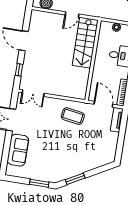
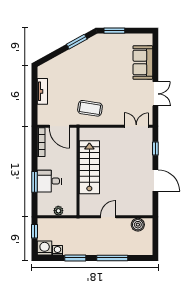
stairs: (85, 43) -> (89, 167), moved
tv unit: (117, 120) -> (42, 91), moved

